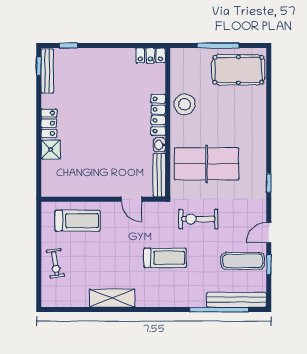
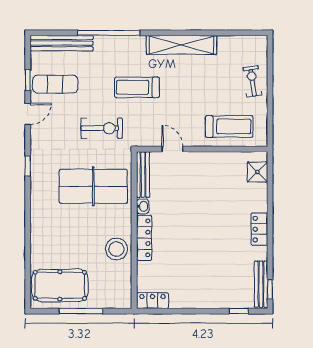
shower: (51, 149) -> (257, 172), moved
treadmill: (78, 221) -> (229, 127), turned 180
shelving: (112, 298) -> (182, 45), width x1.47
window: (219, 310) -> (109, 33), moved

